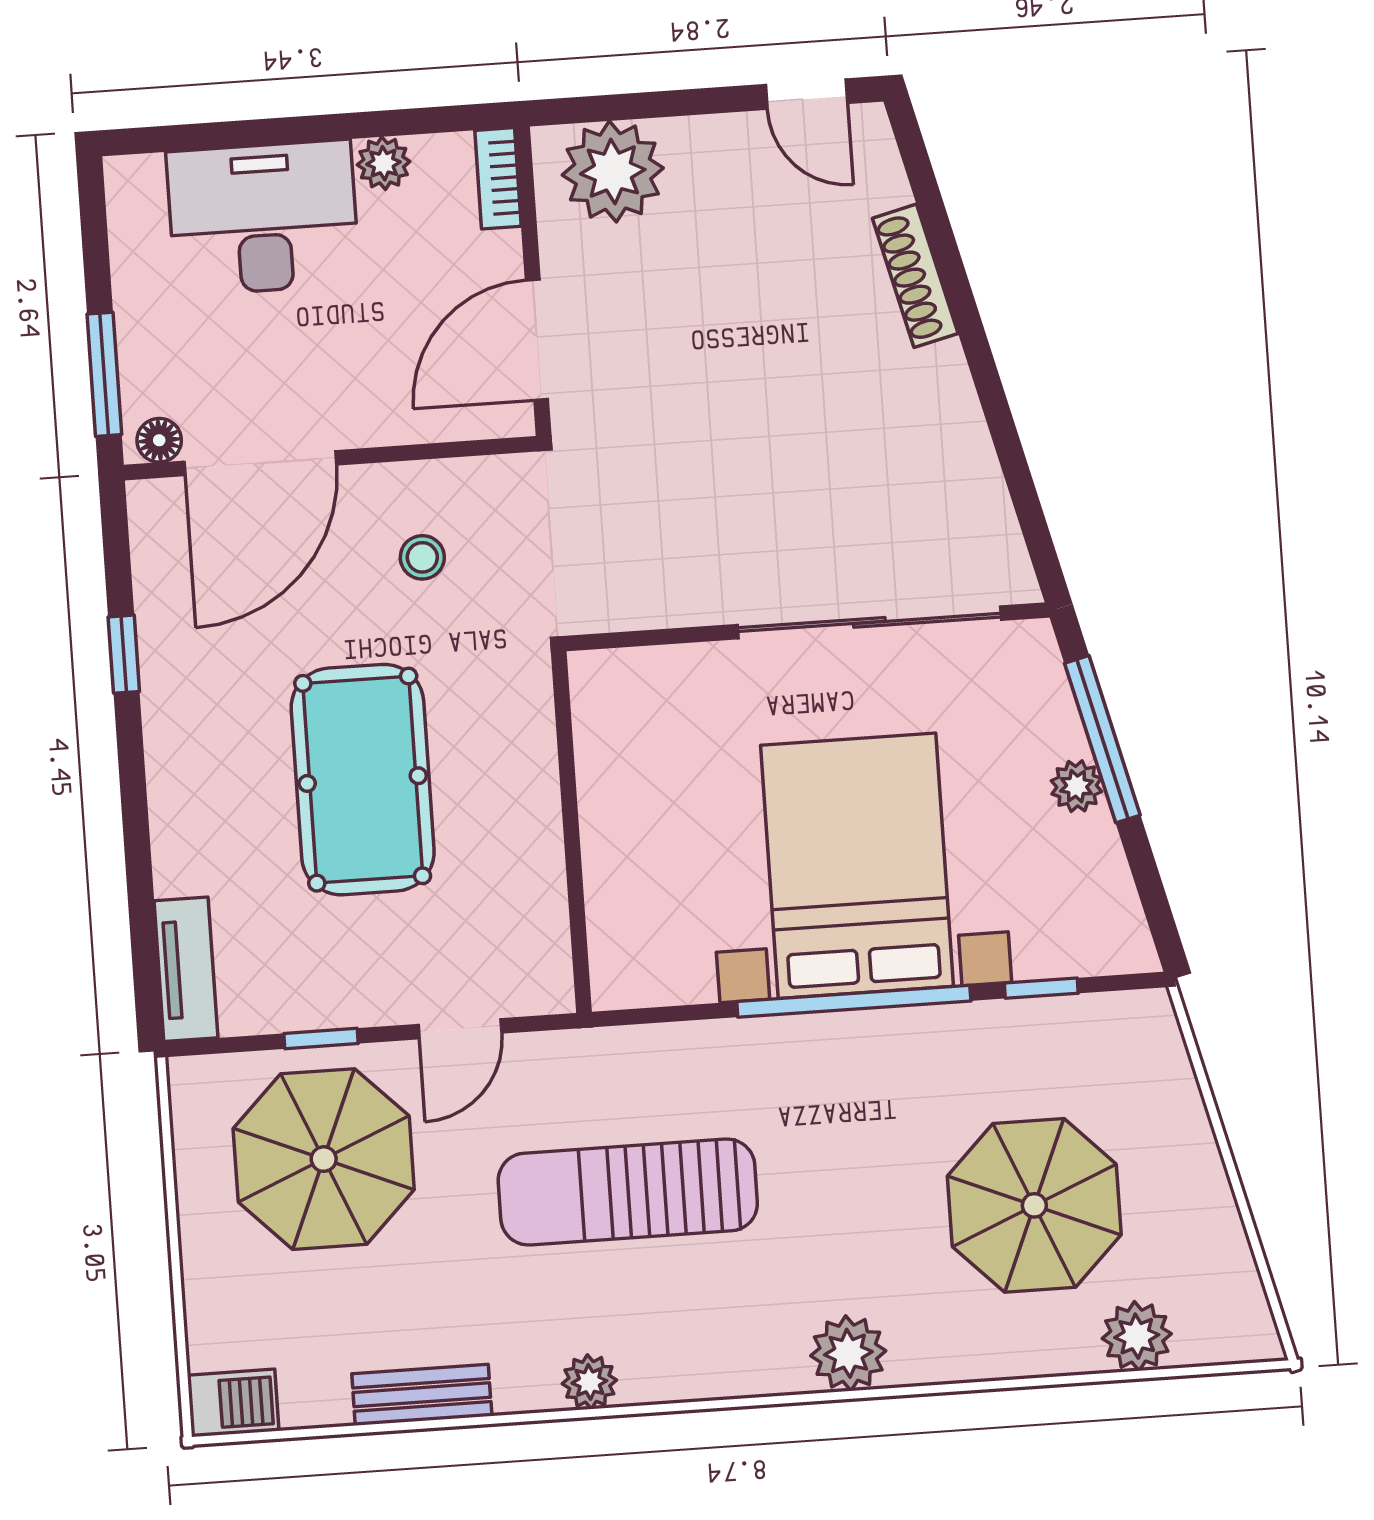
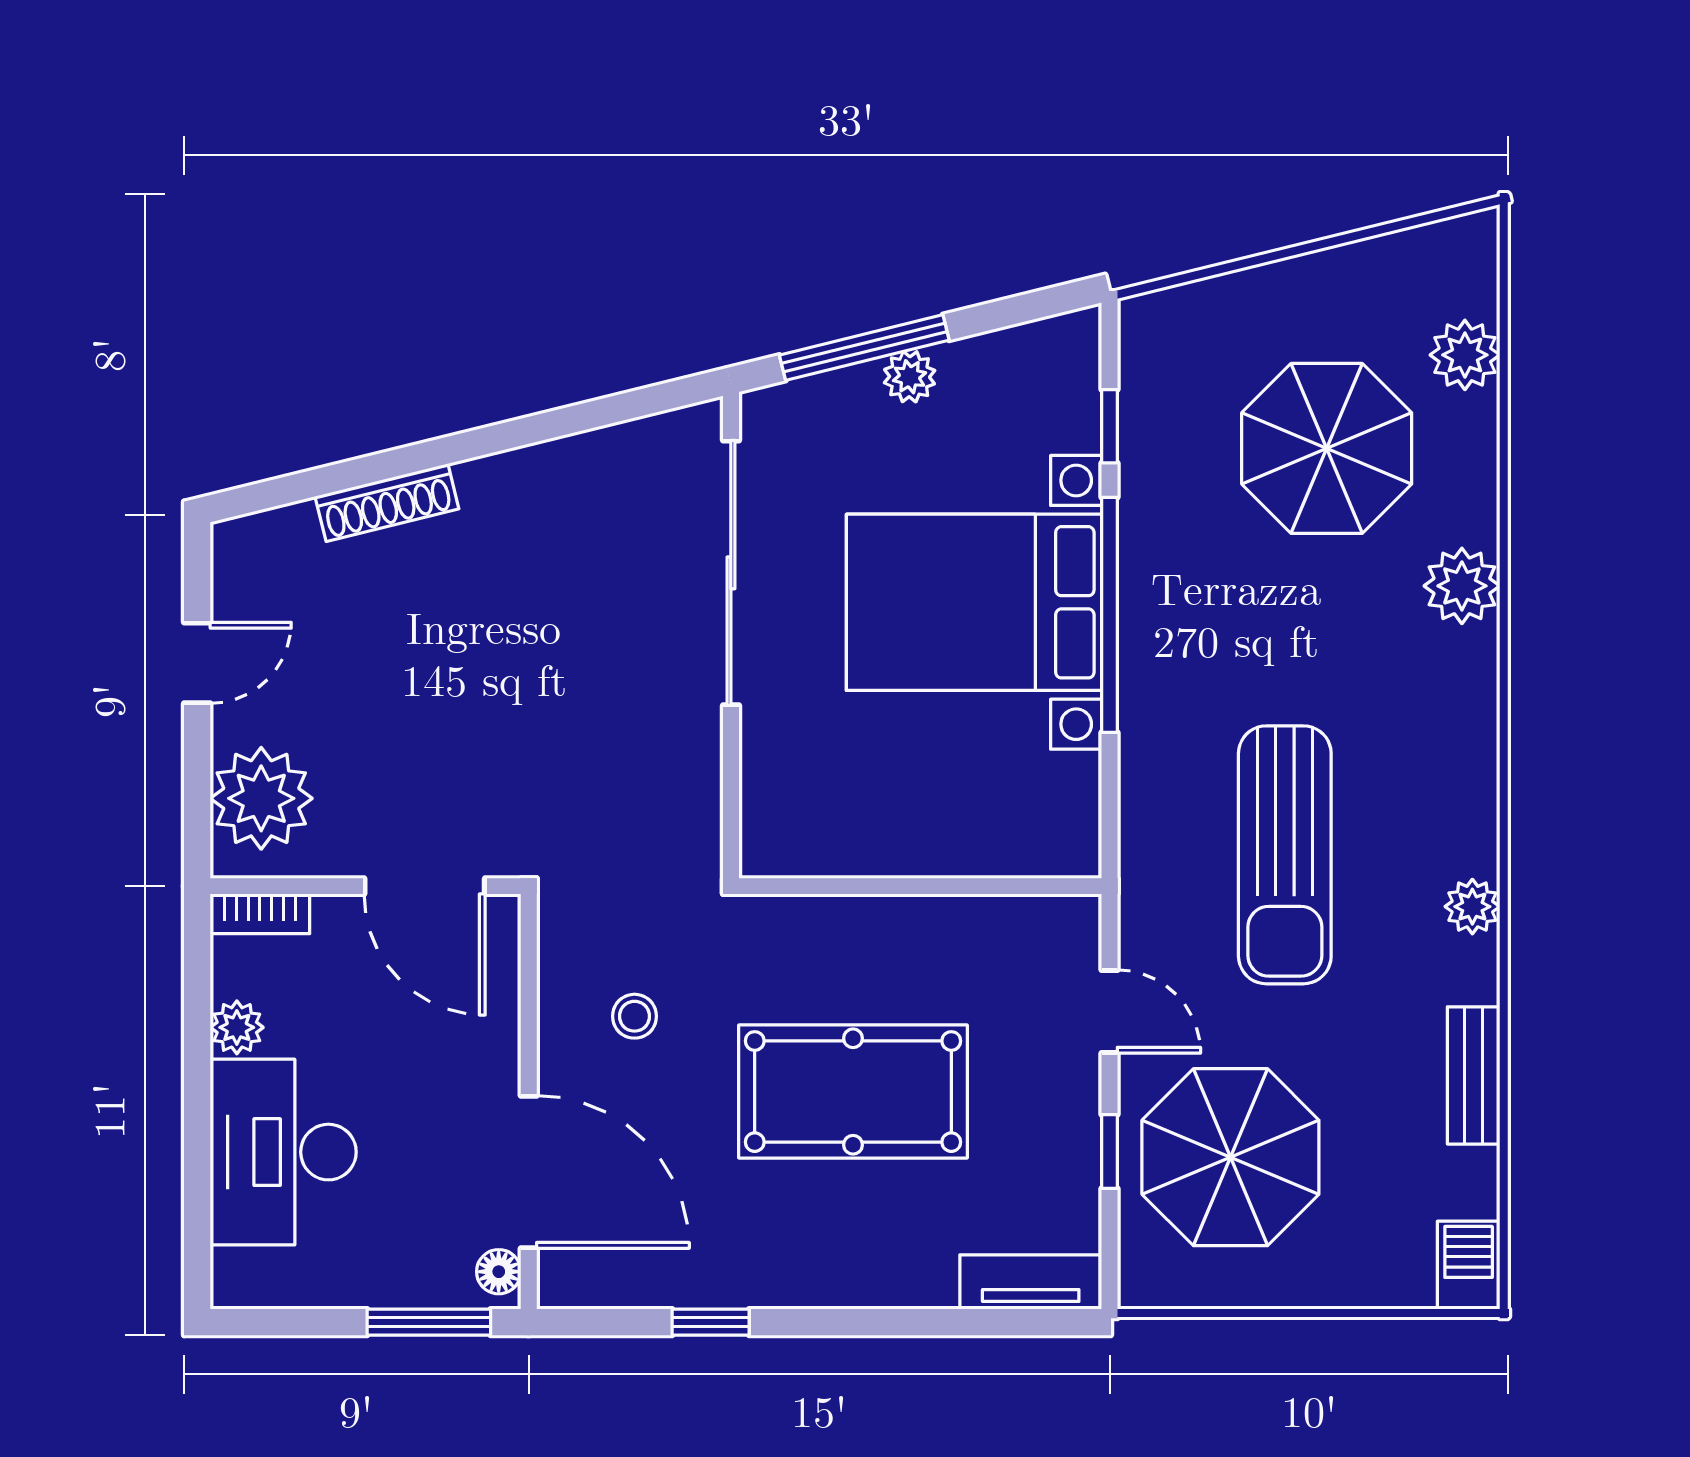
door: (807, 94) -> (197, 663), moved
plant: (848, 1353) -> (1462, 586), moved

